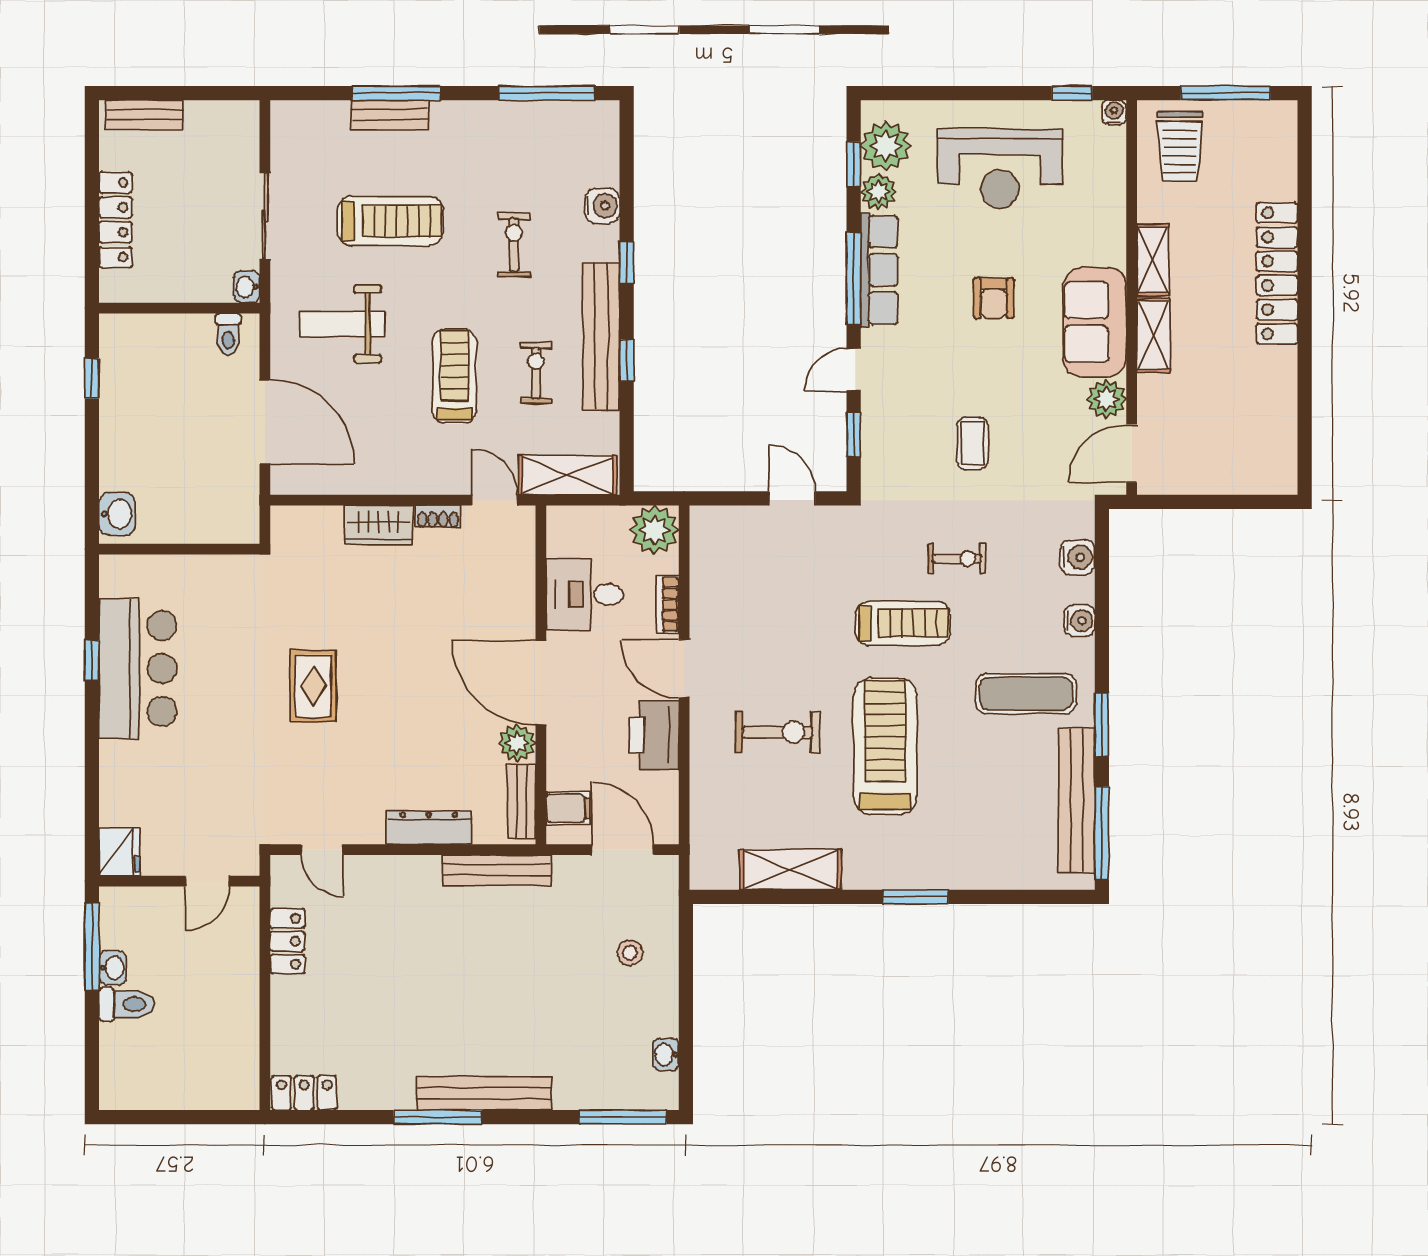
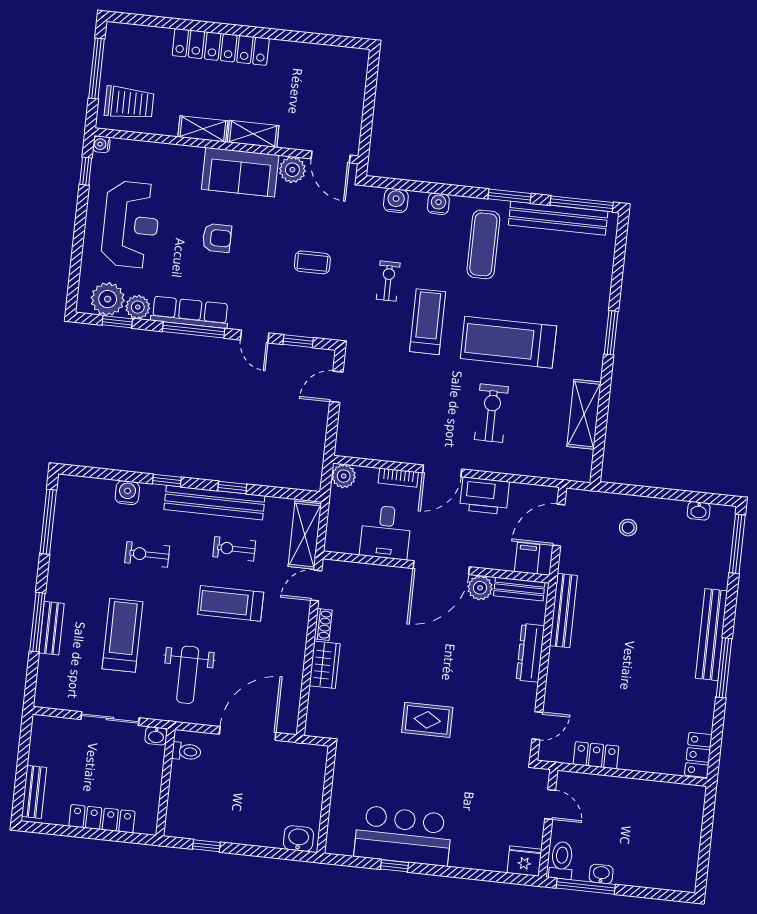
plant: (654, 530) -> (344, 476), width x0.73, depth x0.73
toilet: (127, 1004) -> (562, 860), moved

